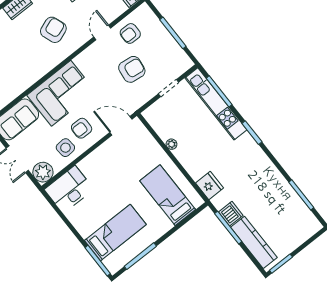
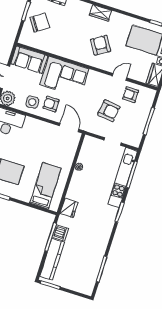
armchair: (53, 30) -> (101, 45), turned -102

